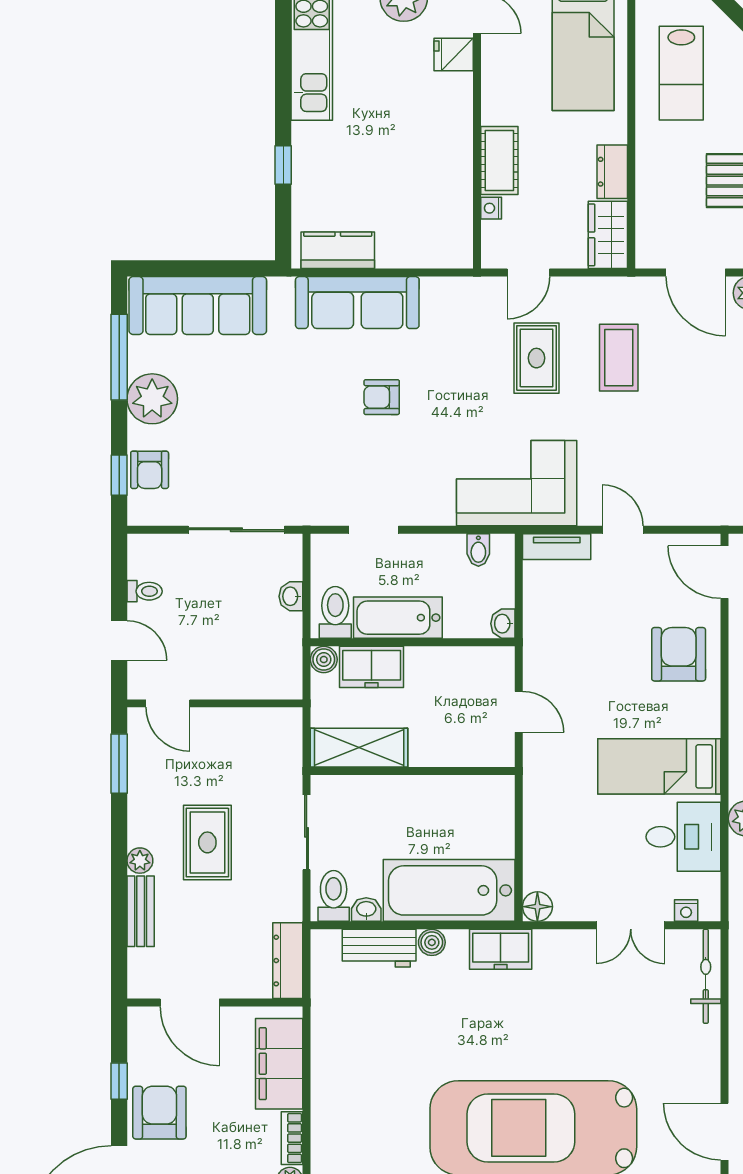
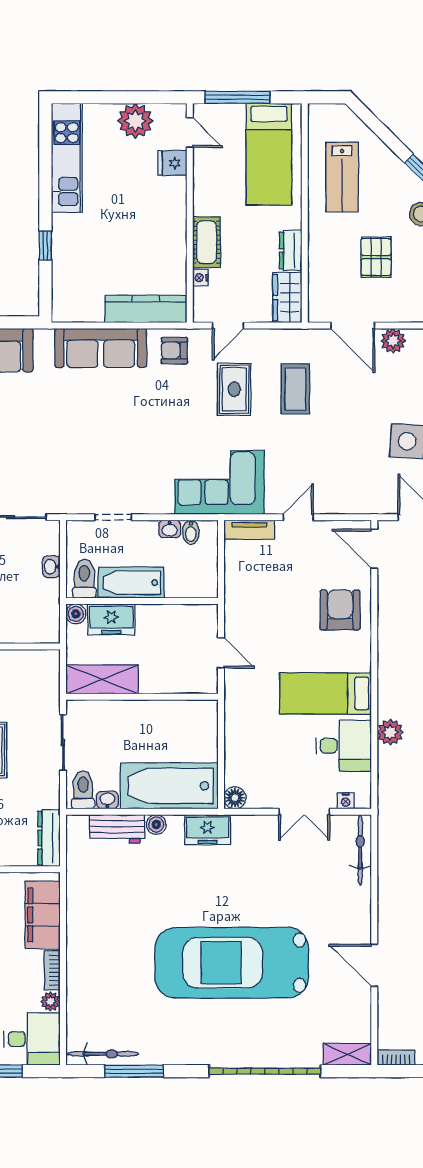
kitchen counter: (338, 250) -> (146, 309), moved, width x1.50
armchair: (382, 397) -> (174, 350), moved
door: (623, 530) -> (298, 517), hinge flipped
washbasin: (503, 624) -> (170, 529), moved, turned -90

